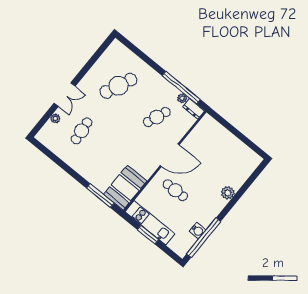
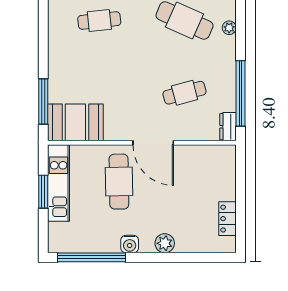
plant: (182, 98) -> (229, 28), moved
cafe table: (157, 117) -> (185, 93), turned -36
locker: (242, 149) -> (227, 219), added
cafe table: (175, 190) -> (119, 182), width x1.37, depth x1.35
water cooler: (198, 231) -> (130, 244), moved

